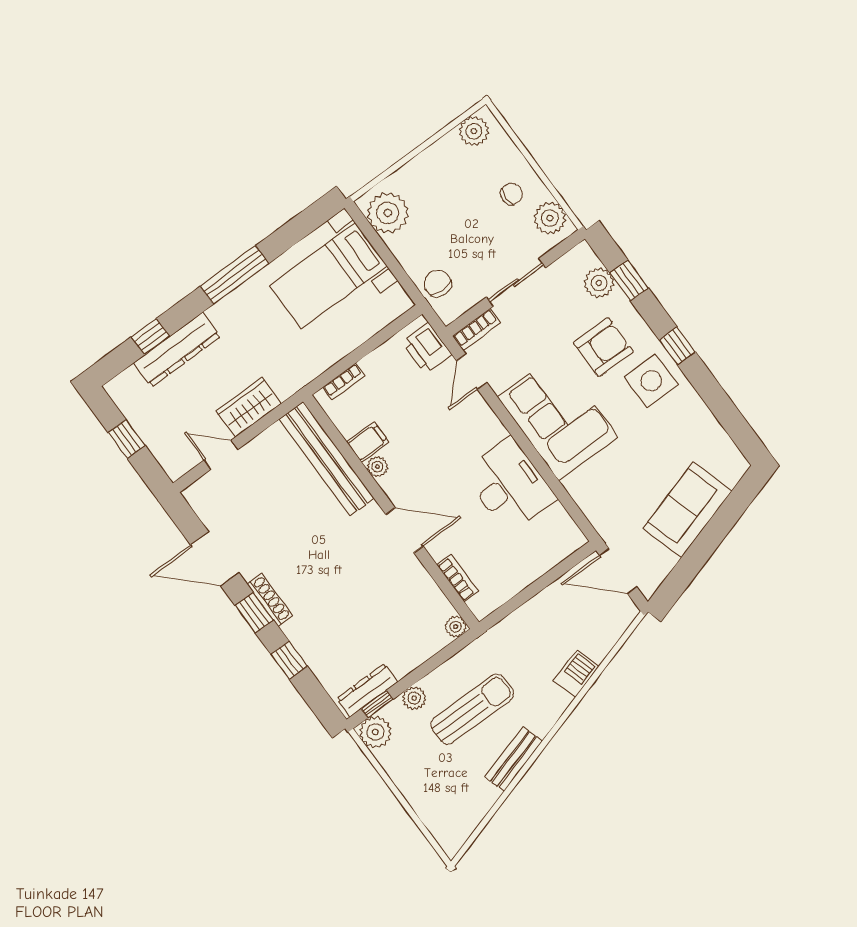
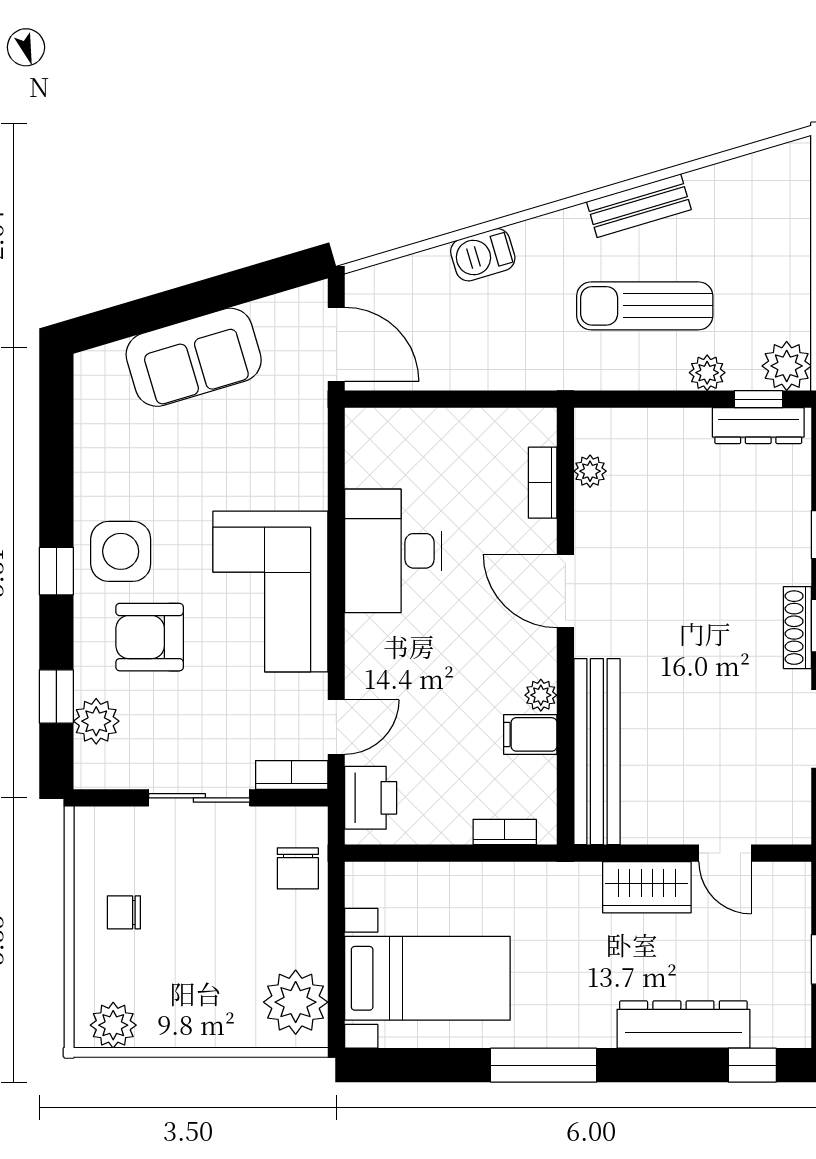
plant: (550, 218) -> (98, 847), removed
window: (150, 337) -> (752, 1065), moved
plant: (456, 627) -> (590, 471), moved

